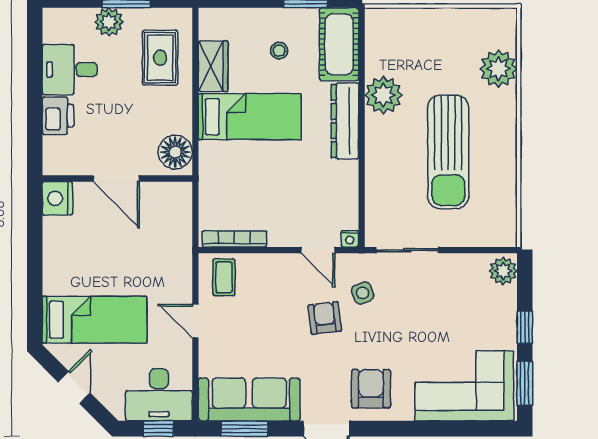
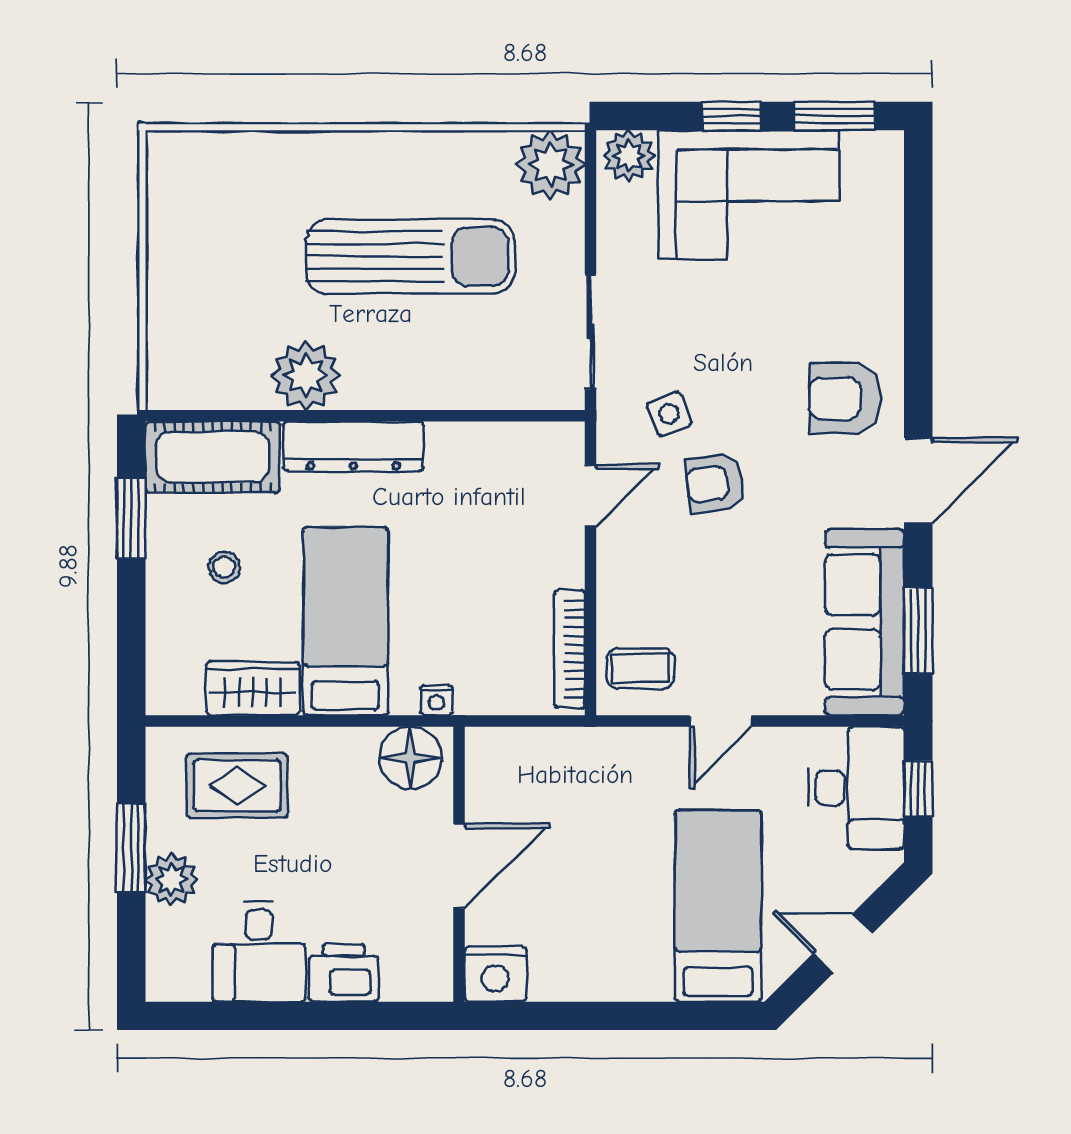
plant: (498, 69) -> (550, 165), moved
nightstand: (350, 239) -> (437, 700), moved, turned 90
corner sofa: (464, 386) -> (748, 195), moved, turned -90

